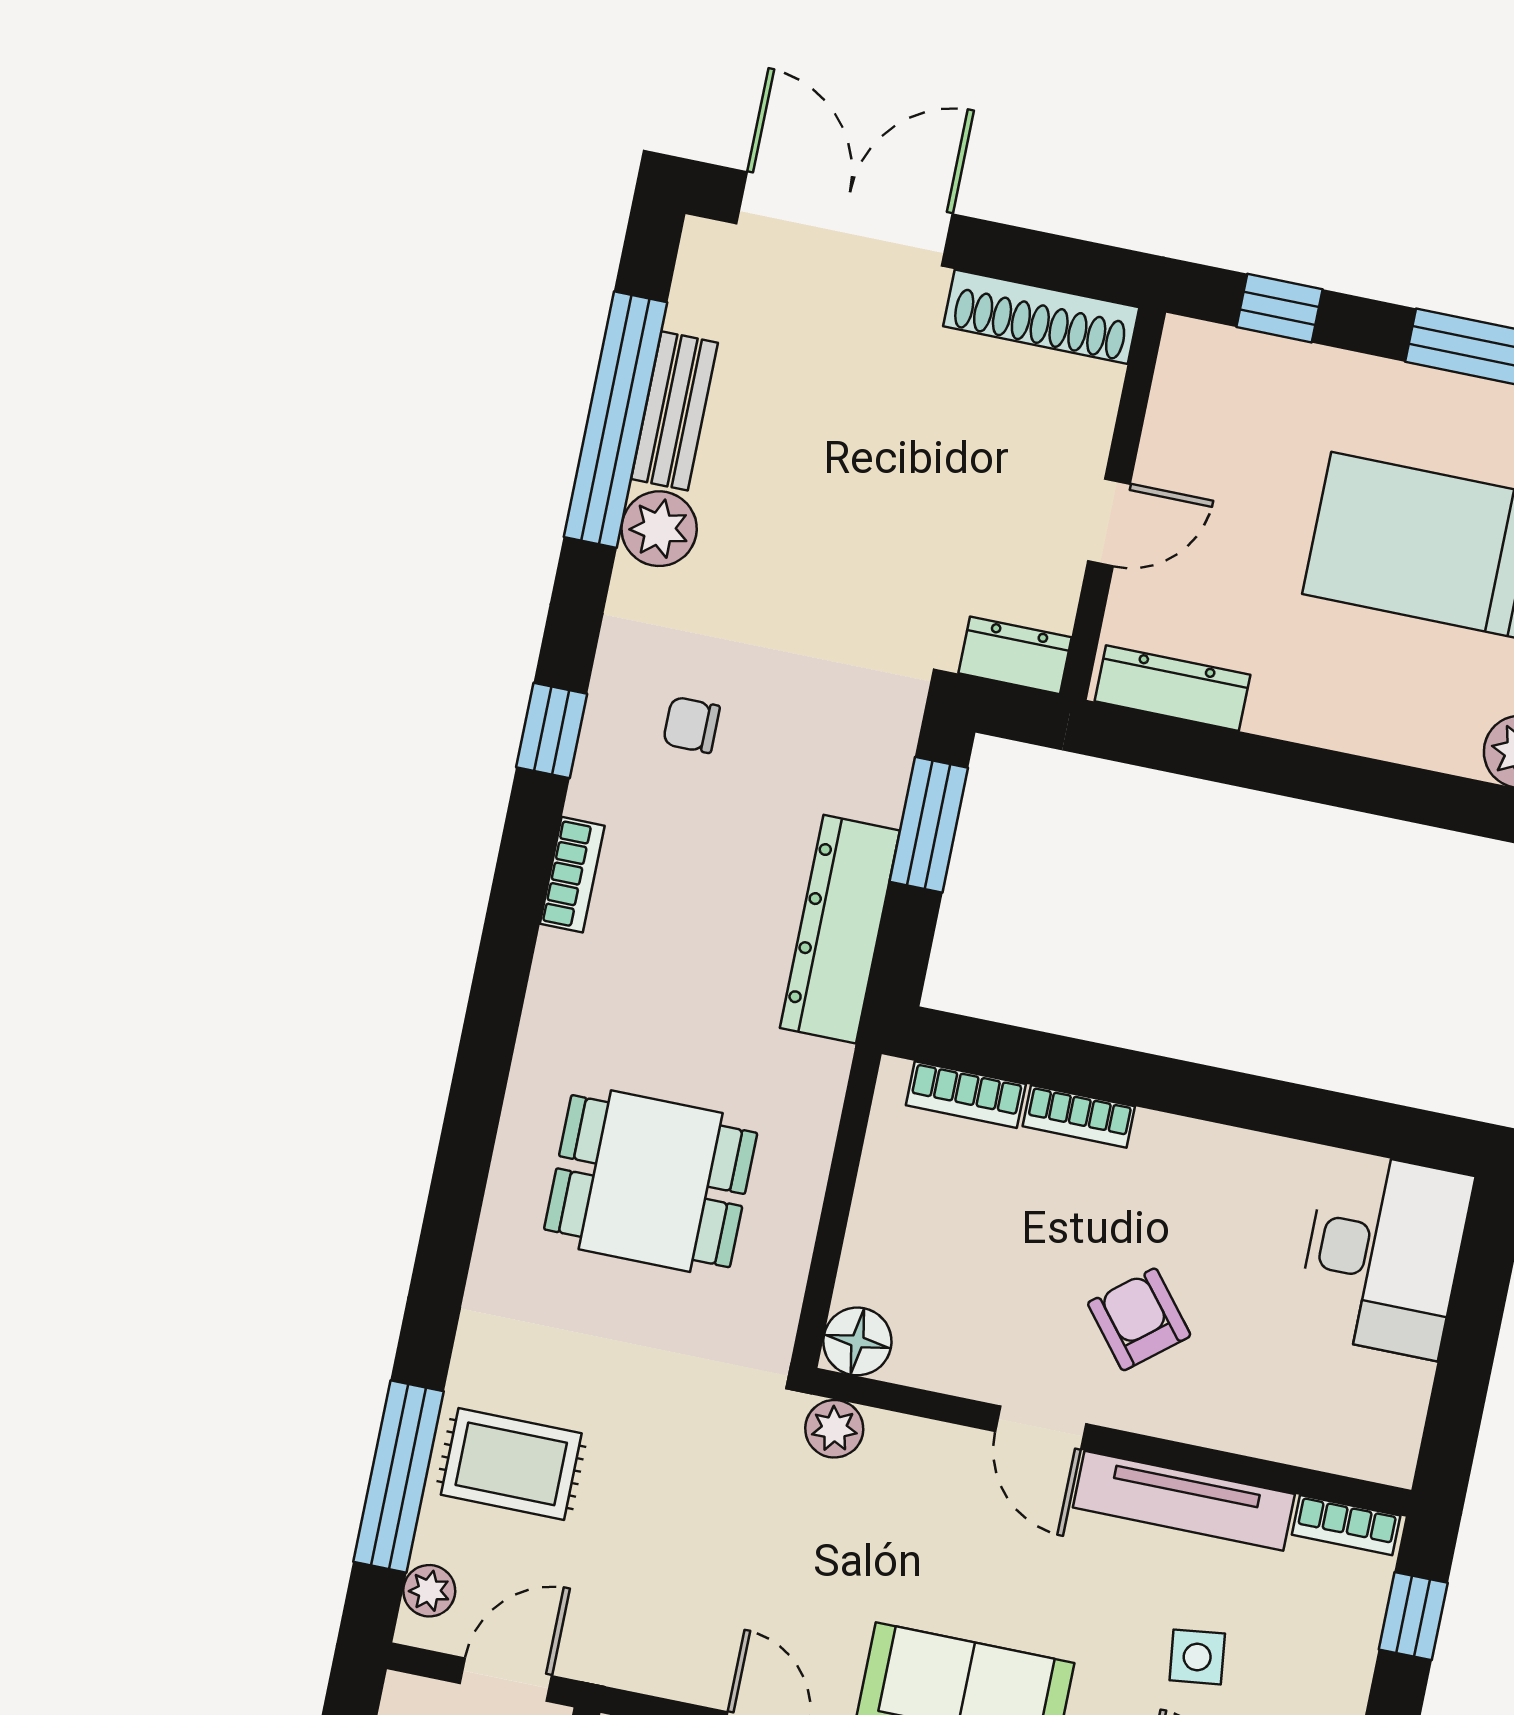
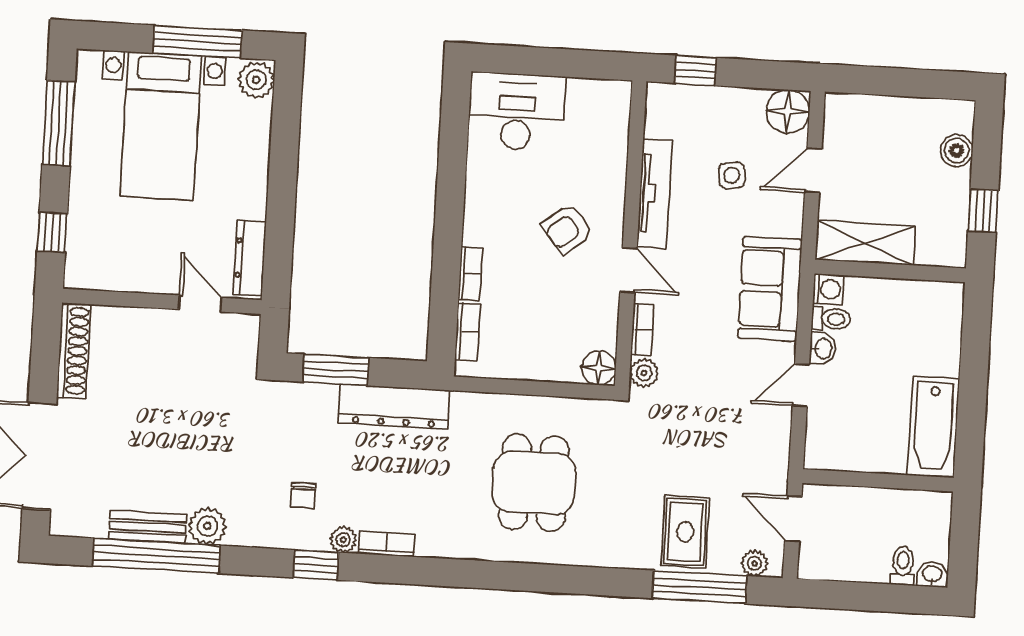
door: (1109, 522) -> (200, 304), moved
dresser: (1015, 655) -> (245, 339), removed
plant: (594, 791) -> (343, 540), added
door: (1041, 1428) -> (628, 270), hinge flipped
bookcase: (1346, 1525) -> (642, 330), moved

